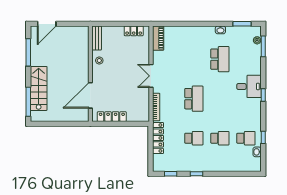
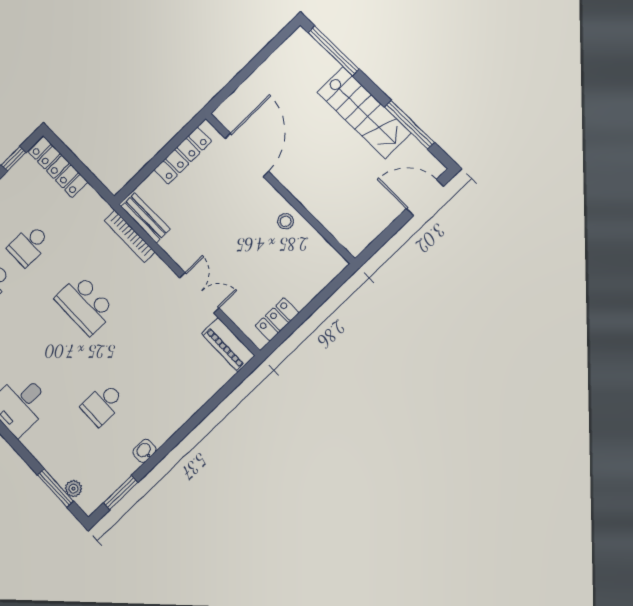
door: (47, 24) -> (425, 197), hinge flipped
bench: (97, 38) -> (146, 218), moved
school desk: (220, 59) -> (103, 404), width x0.54
double door: (151, 76) -> (199, 293), moved
stairs: (39, 88) -> (364, 112), moved
locker: (158, 138) -> (58, 167), moved

